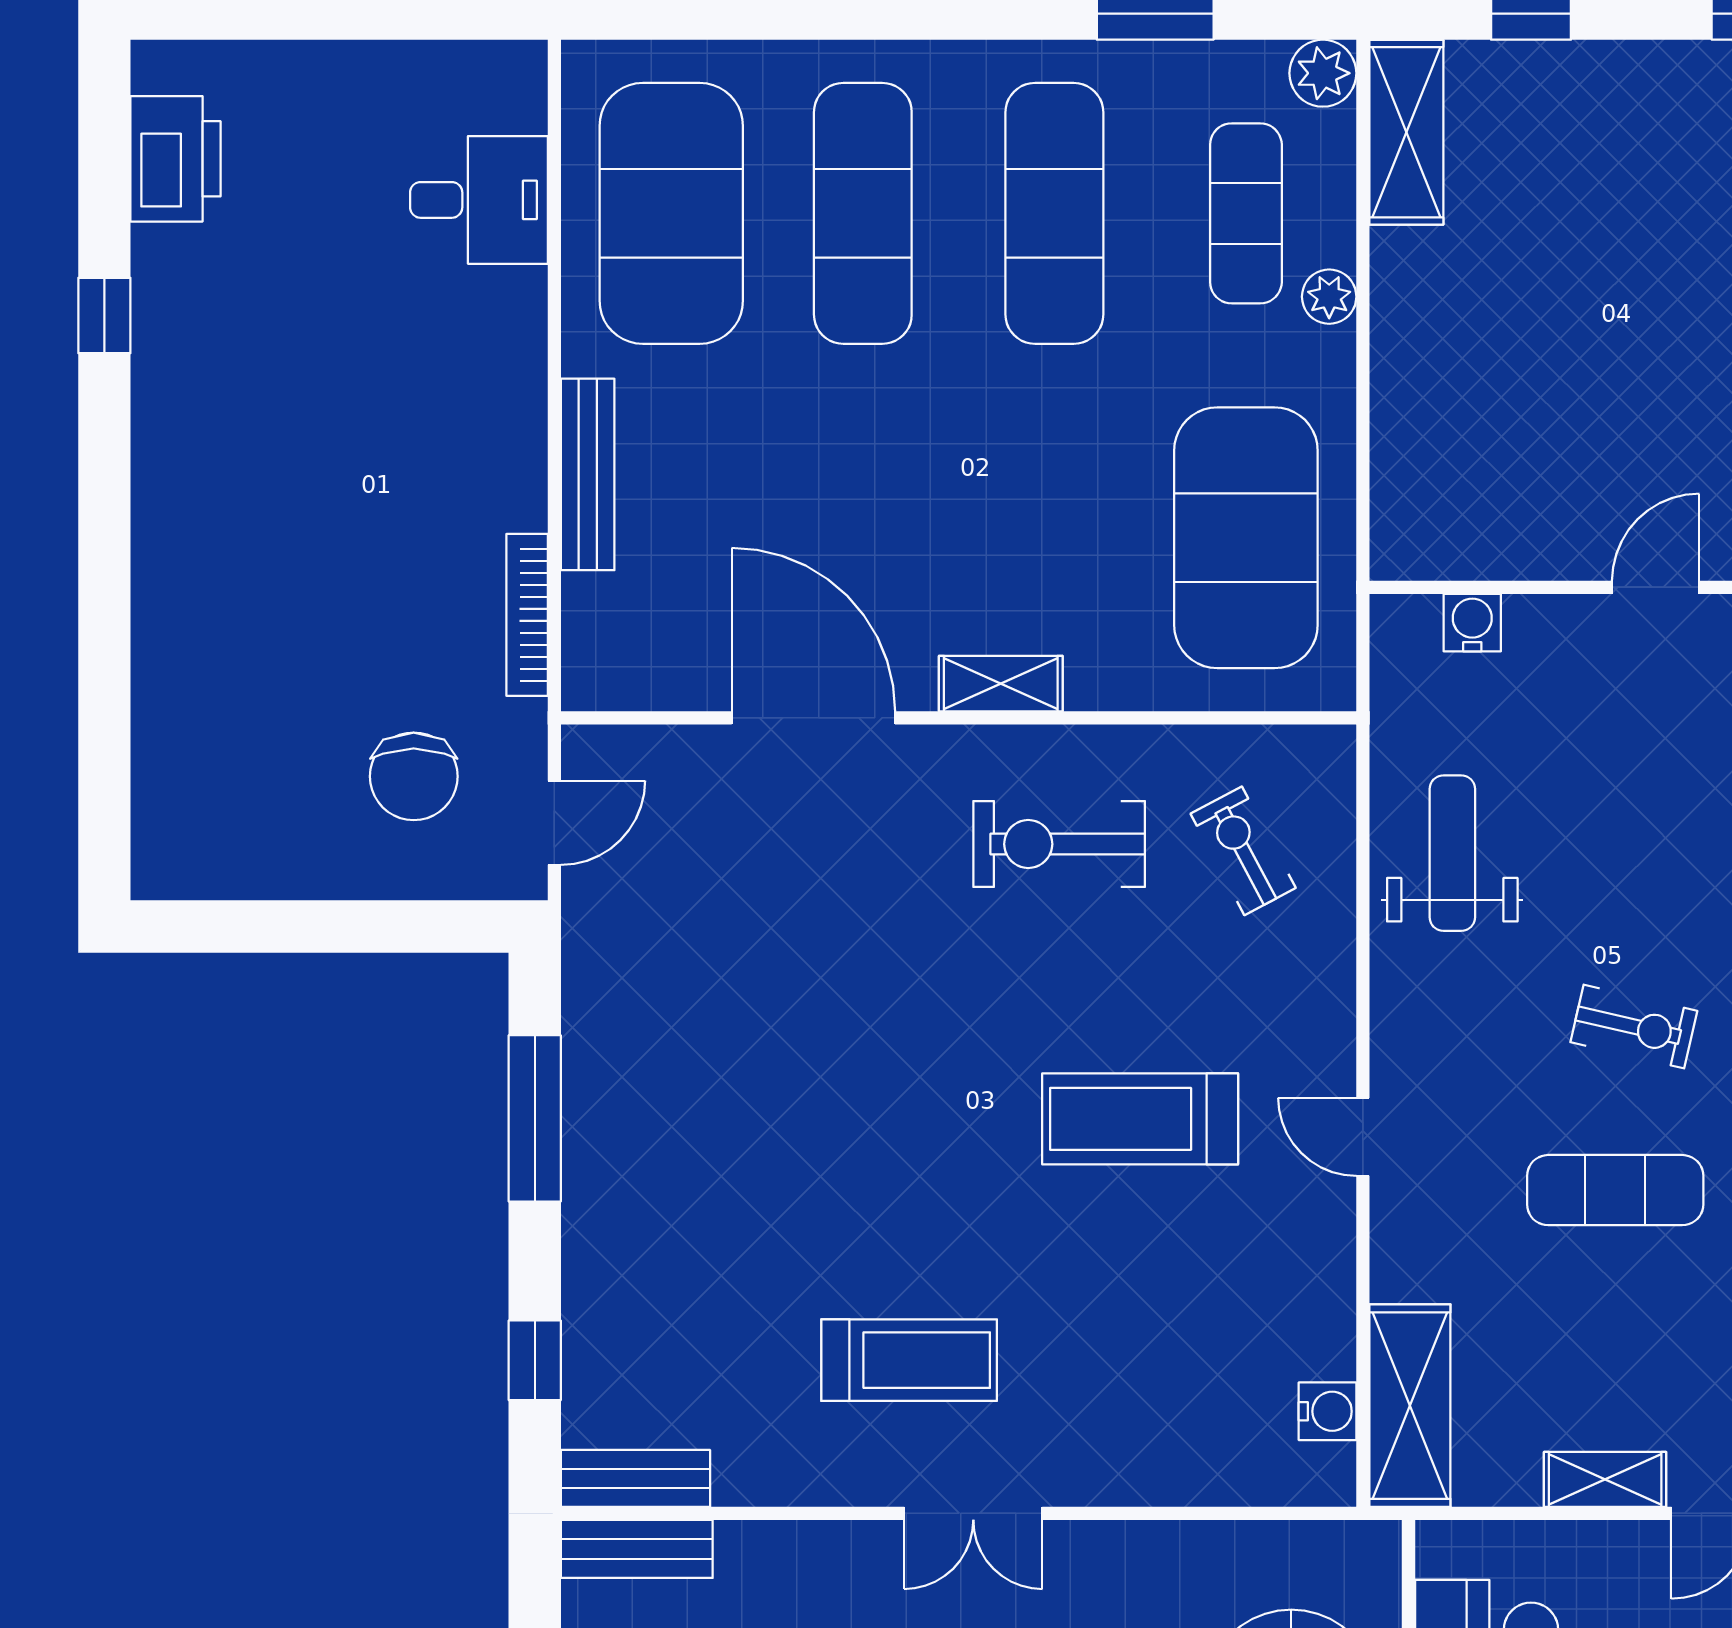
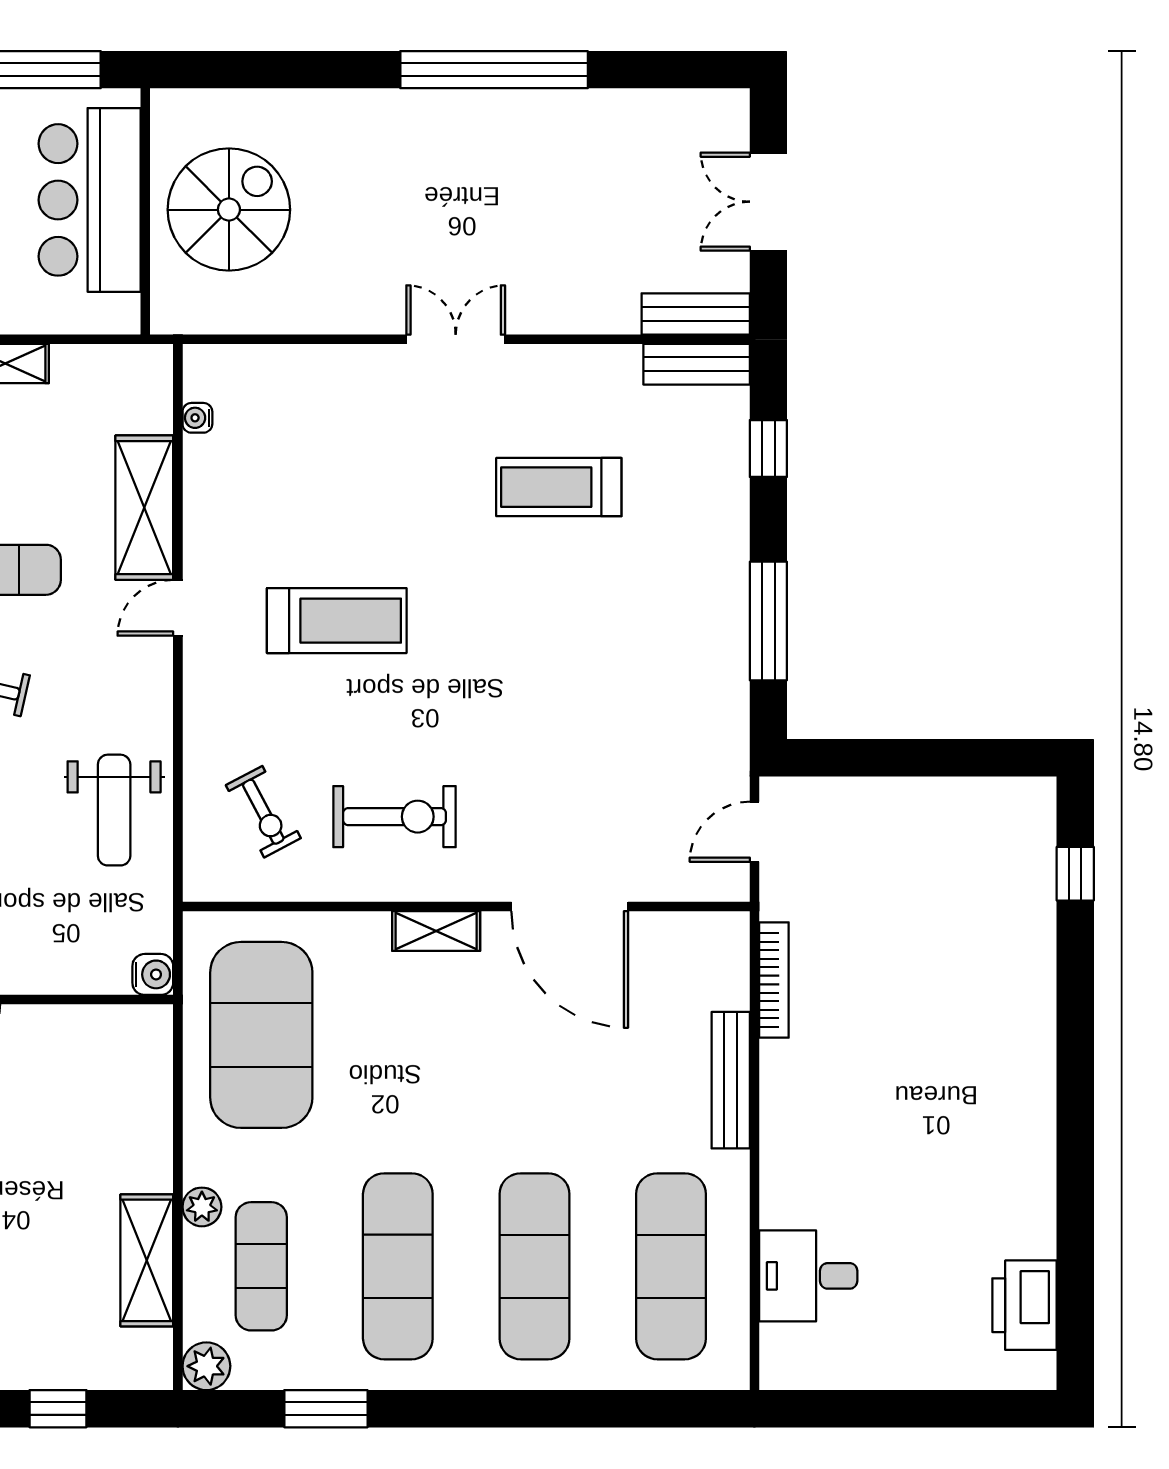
shelving: (1406, 132) -> (147, 1260), moved
exercise mat: (671, 213) -> (671, 1266), width x0.68
window: (104, 316) -> (1075, 874), moved
water cooler: (1472, 623) -> (153, 974), moved, turned -90
chair: (414, 776) -> (855, 865), removed
door: (1363, 1137) -> (178, 608), swing flipped
treadmill: (909, 1360) -> (559, 487), moved
shelving: (1410, 1406) -> (144, 508), moved
water cooler: (1327, 1411) -> (197, 418), width x0.72, depth x0.72

